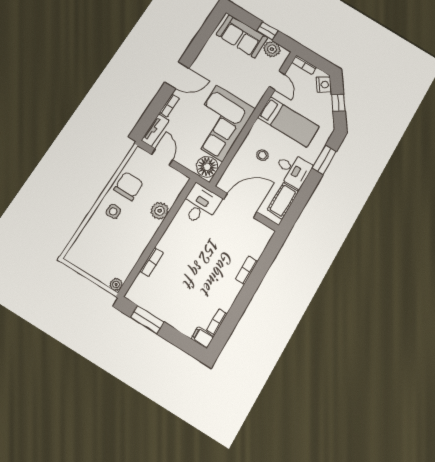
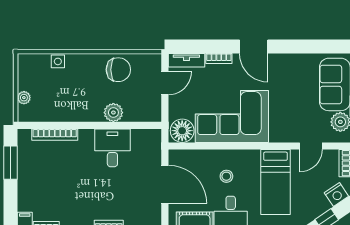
desk: (200, 205) -> (112, 148), moved, turned -90
side table: (113, 211) -> (58, 61), moved
bookcase: (152, 262) -> (55, 135), width x1.56
plant: (116, 284) -> (24, 98), moved

